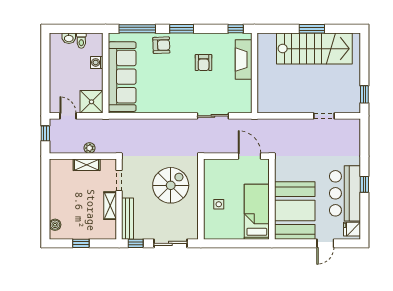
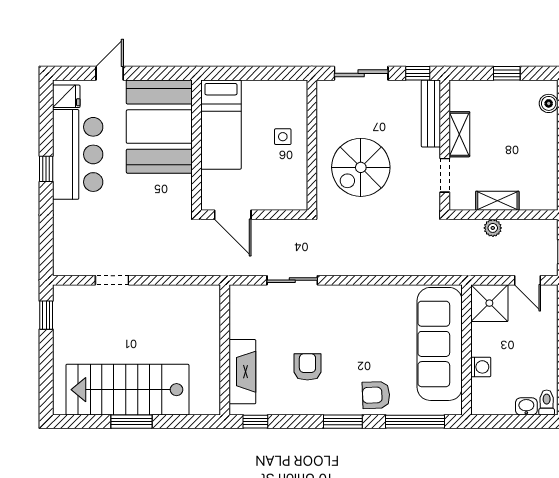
toilet: (81, 41) -> (547, 403), moved

